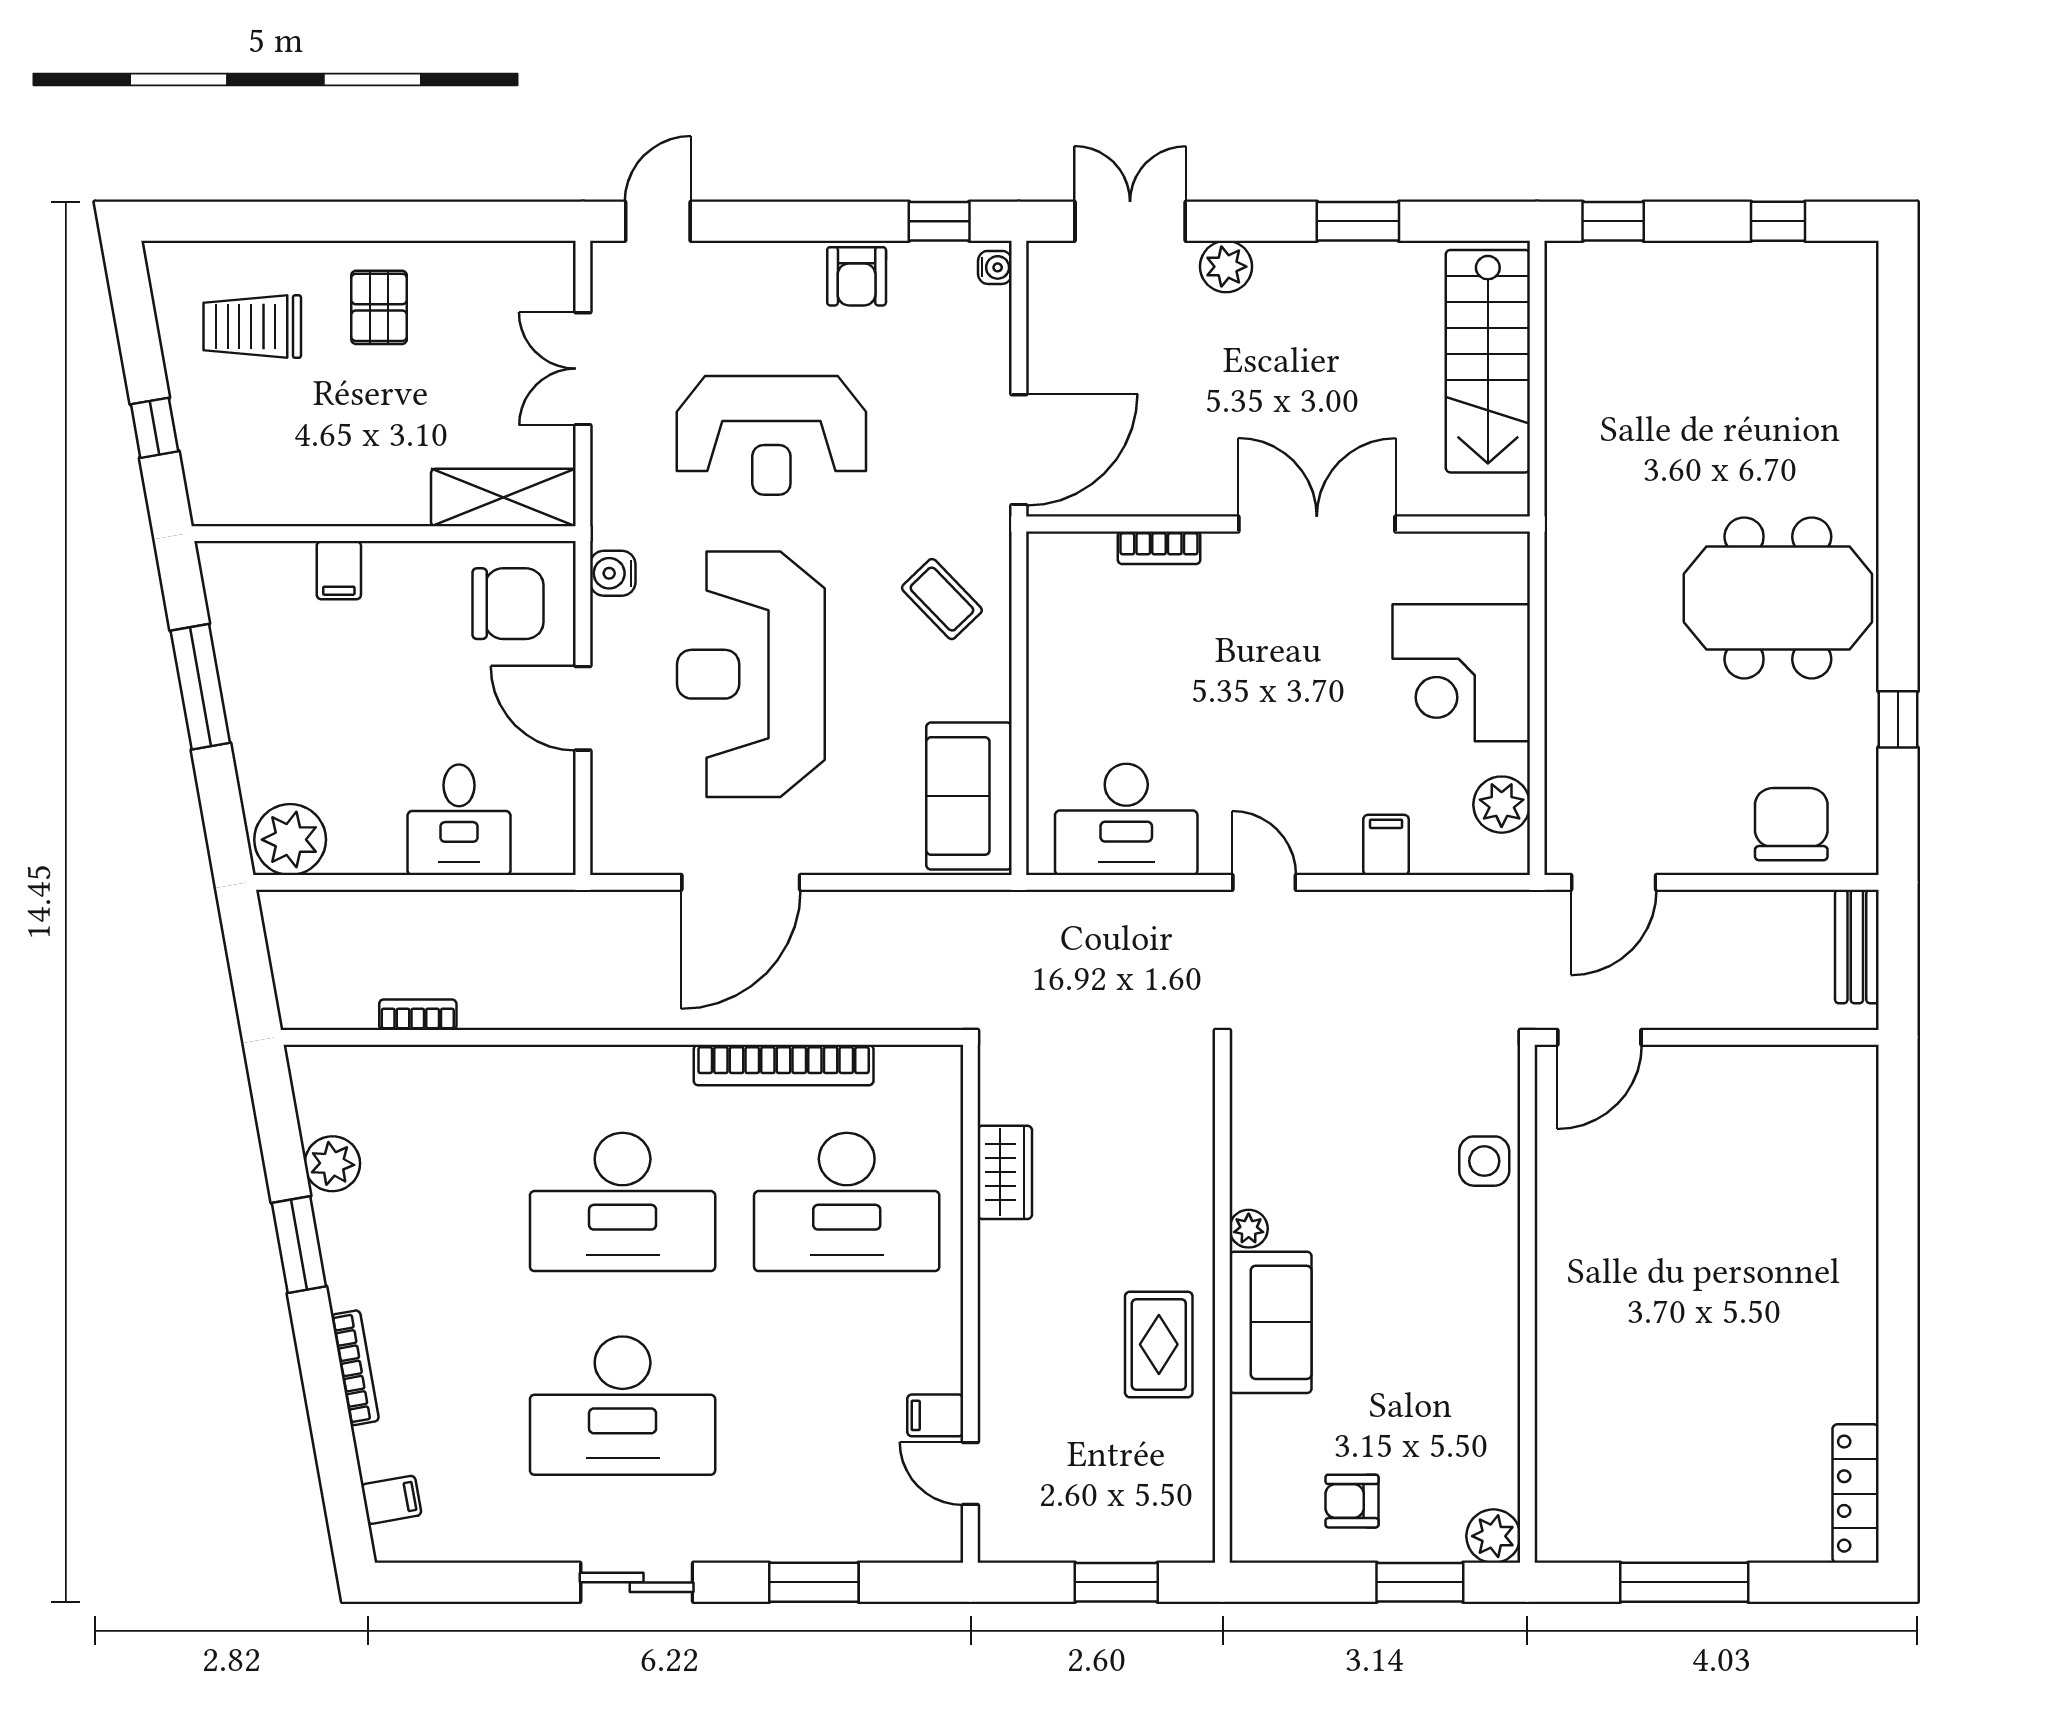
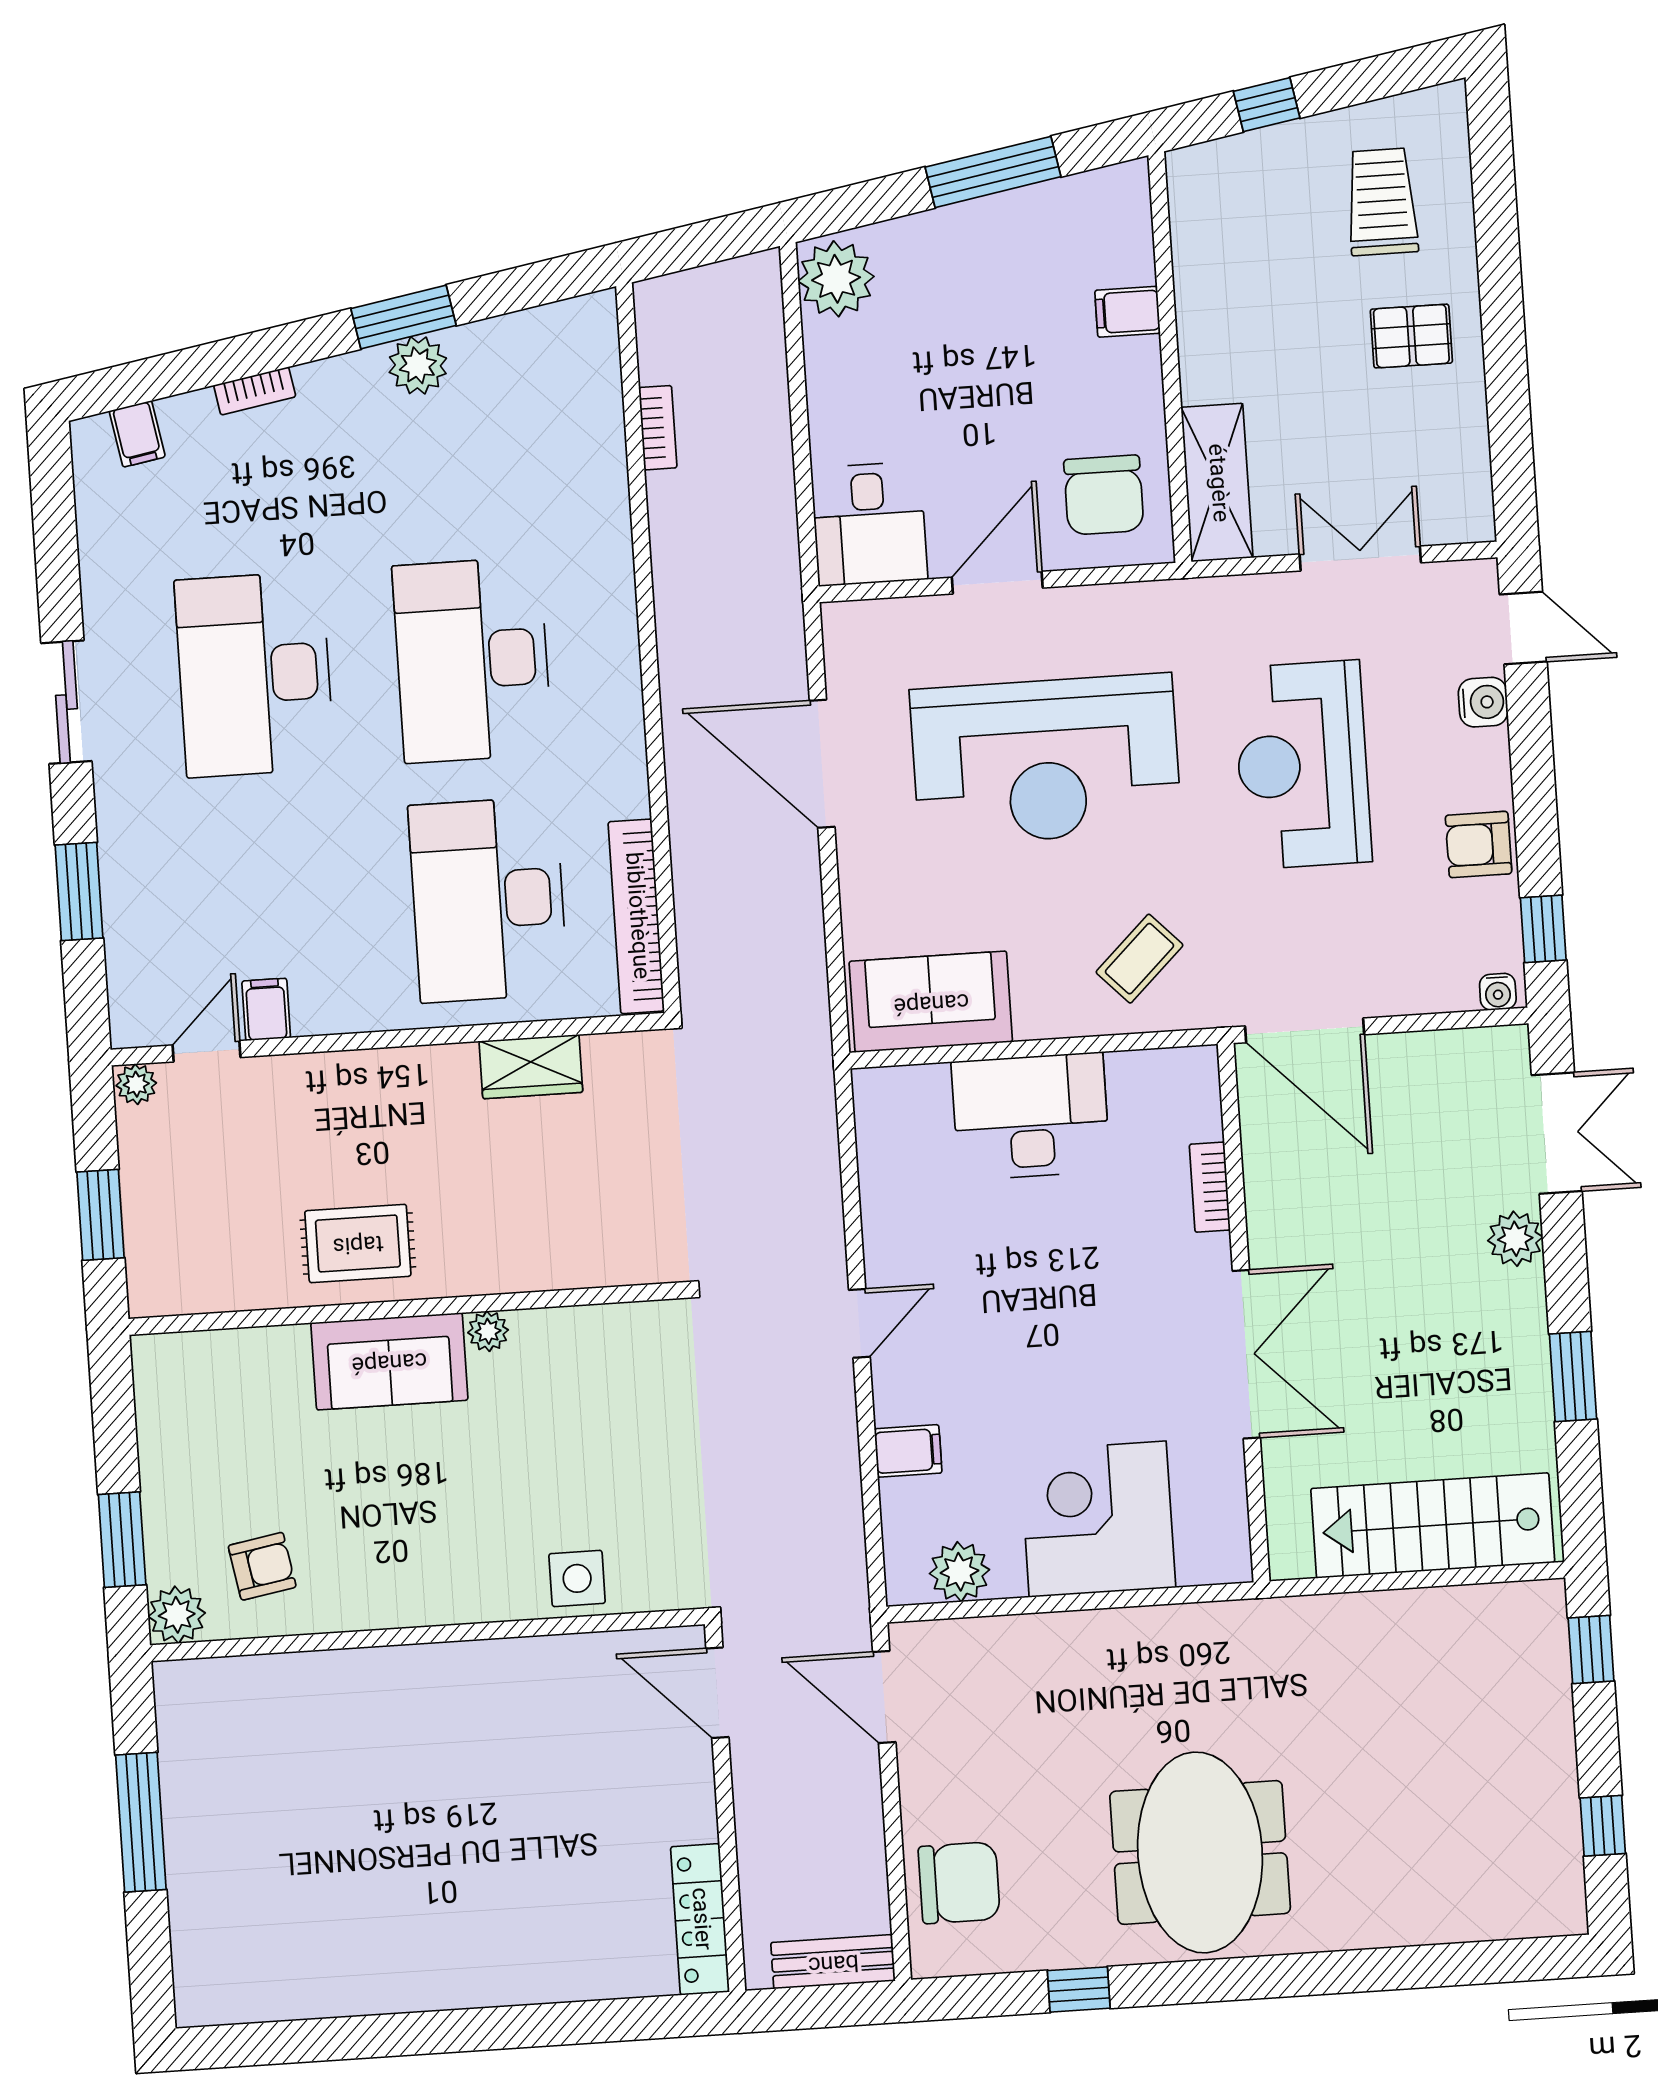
water cooler: (613, 573) -> (1483, 702), moved, turned 90
reception desk: (751, 674) -> (1046, 760), turned 180
desk: (1126, 819) -> (1031, 1116), moved, turned 90
desk: (459, 820) -> (869, 524), moved, turned -90
bookcase: (784, 1065) -> (636, 916), moved
plant: (332, 1164) -> (418, 365), moved
bookcase: (355, 1368) -> (255, 391), width x0.64
locker: (1856, 1494) -> (700, 1919), moved, turned -90
armchair: (1352, 1501) -> (262, 1566), moved, turned 80
plant: (997, 1541) -> (136, 1084), added

